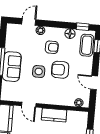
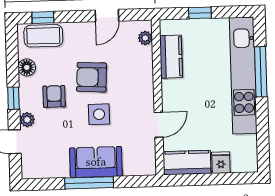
window: (83, 27) -> (13, 98), moved
armchair: (60, 70) -> (92, 77), turned 93
kitchen counter: (54, 115) -> (171, 57), moved

